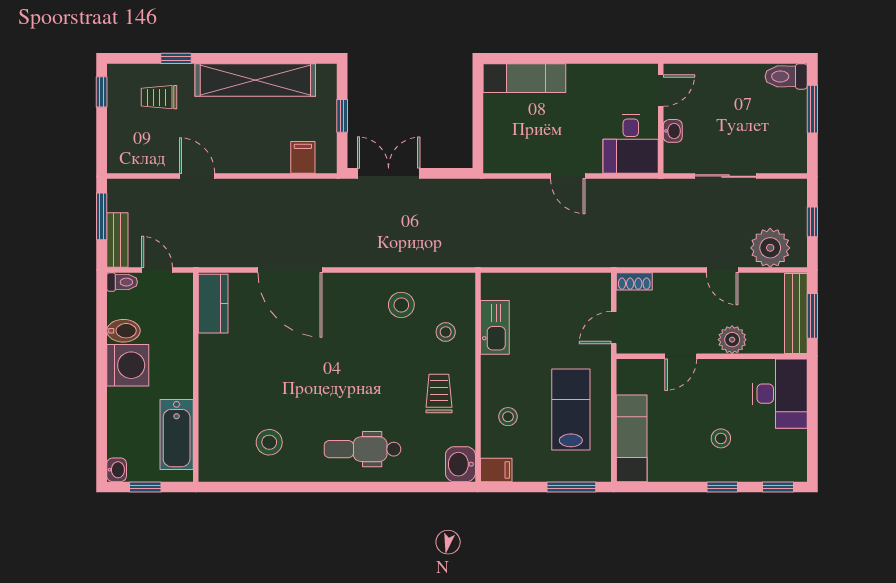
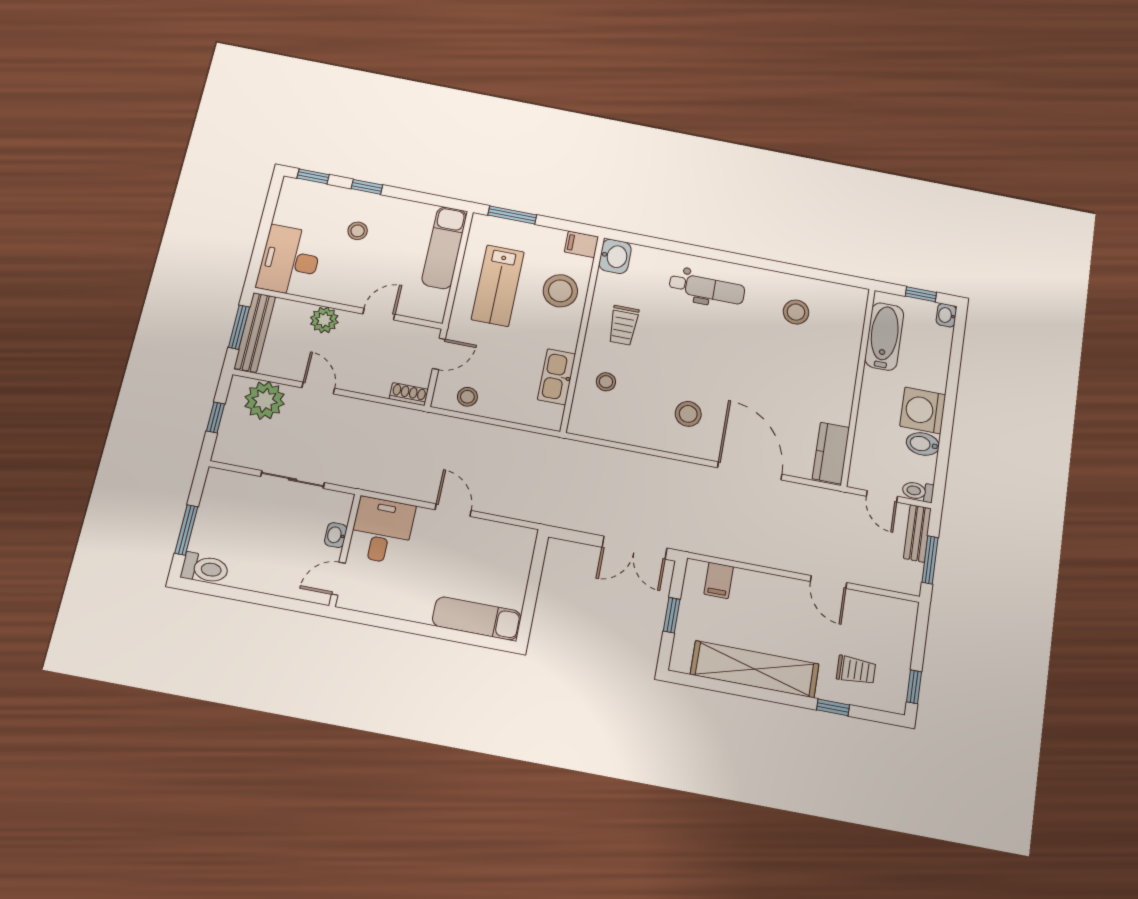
stool: (577, 290) -> (467, 397), added
stool: (401, 305) -> (688, 414), moved
stool: (508, 417) -> (560, 291), width x1.89, depth x1.89

